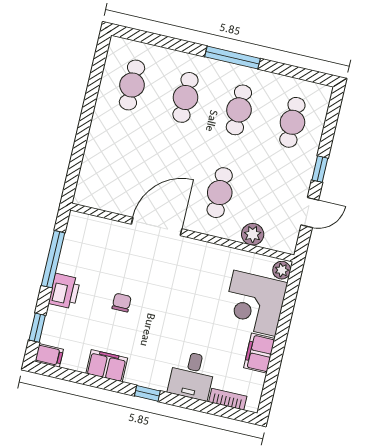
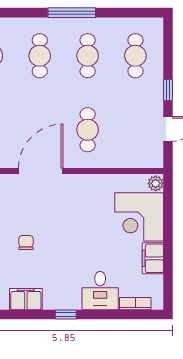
plant: (253, 234) -> (124, 159), removed

